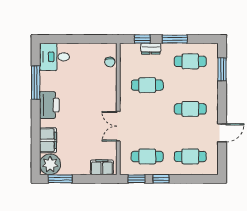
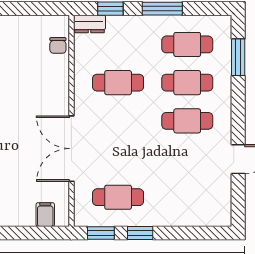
dresser: (151, 49) -> (89, 24), moved
double door: (118, 126) -> (71, 149), width x1.37
cafe table: (190, 156) -> (187, 83), moved
filing cabinet: (102, 167) -> (45, 215), width x0.50

